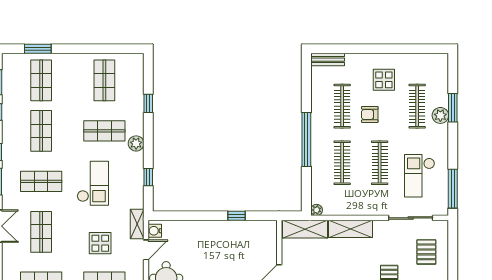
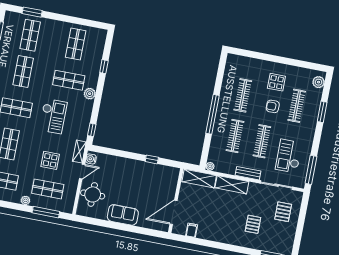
bench: (328, 60) -> (248, 173), moved
armchair: (370, 114) -> (273, 106), moved
plant: (440, 115) -> (319, 82), moved
window: (148, 177) -> (92, 130), moved

